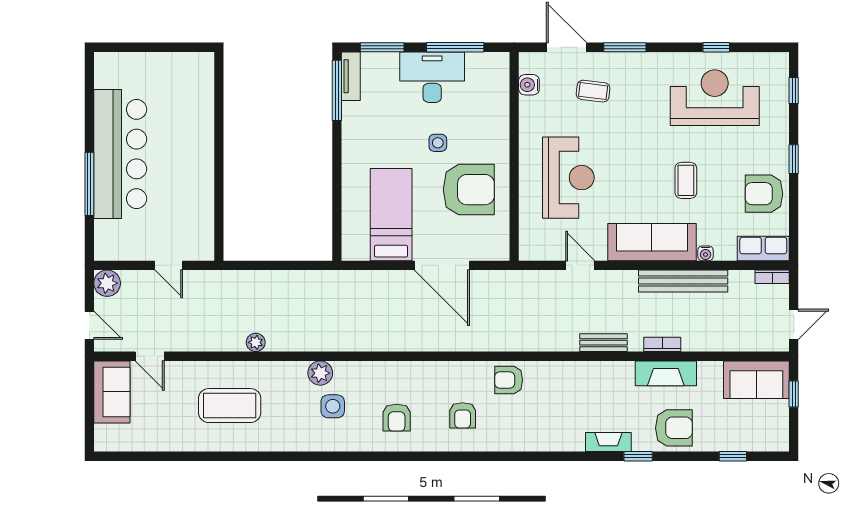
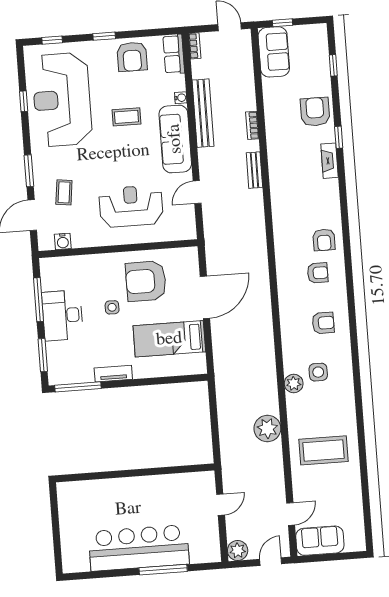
tv unit: (351, 76) -> (113, 374), moved
reception desk: (715, 98) -> (62, 100), width x1.36, depth x1.30
armchair: (469, 190) -> (146, 281), turned -90
plant: (256, 342) -> (267, 428), width x1.88, depth x1.88
fireplace: (666, 373) -> (274, 121), removed
armchair: (509, 380) -> (324, 240), moved
coffee table: (230, 406) -> (323, 450), turned 90

